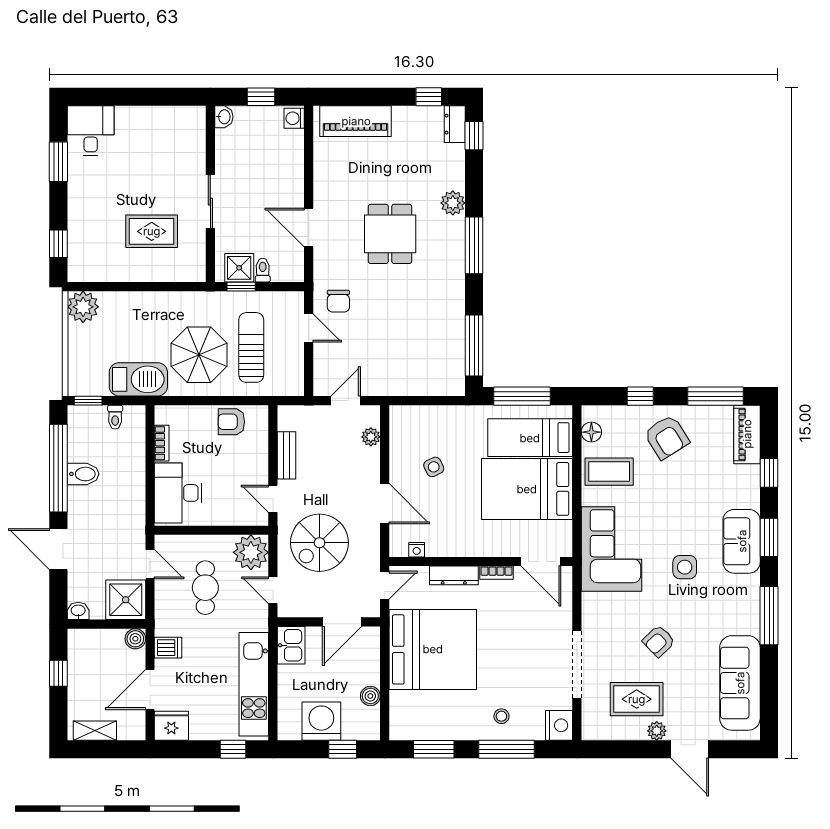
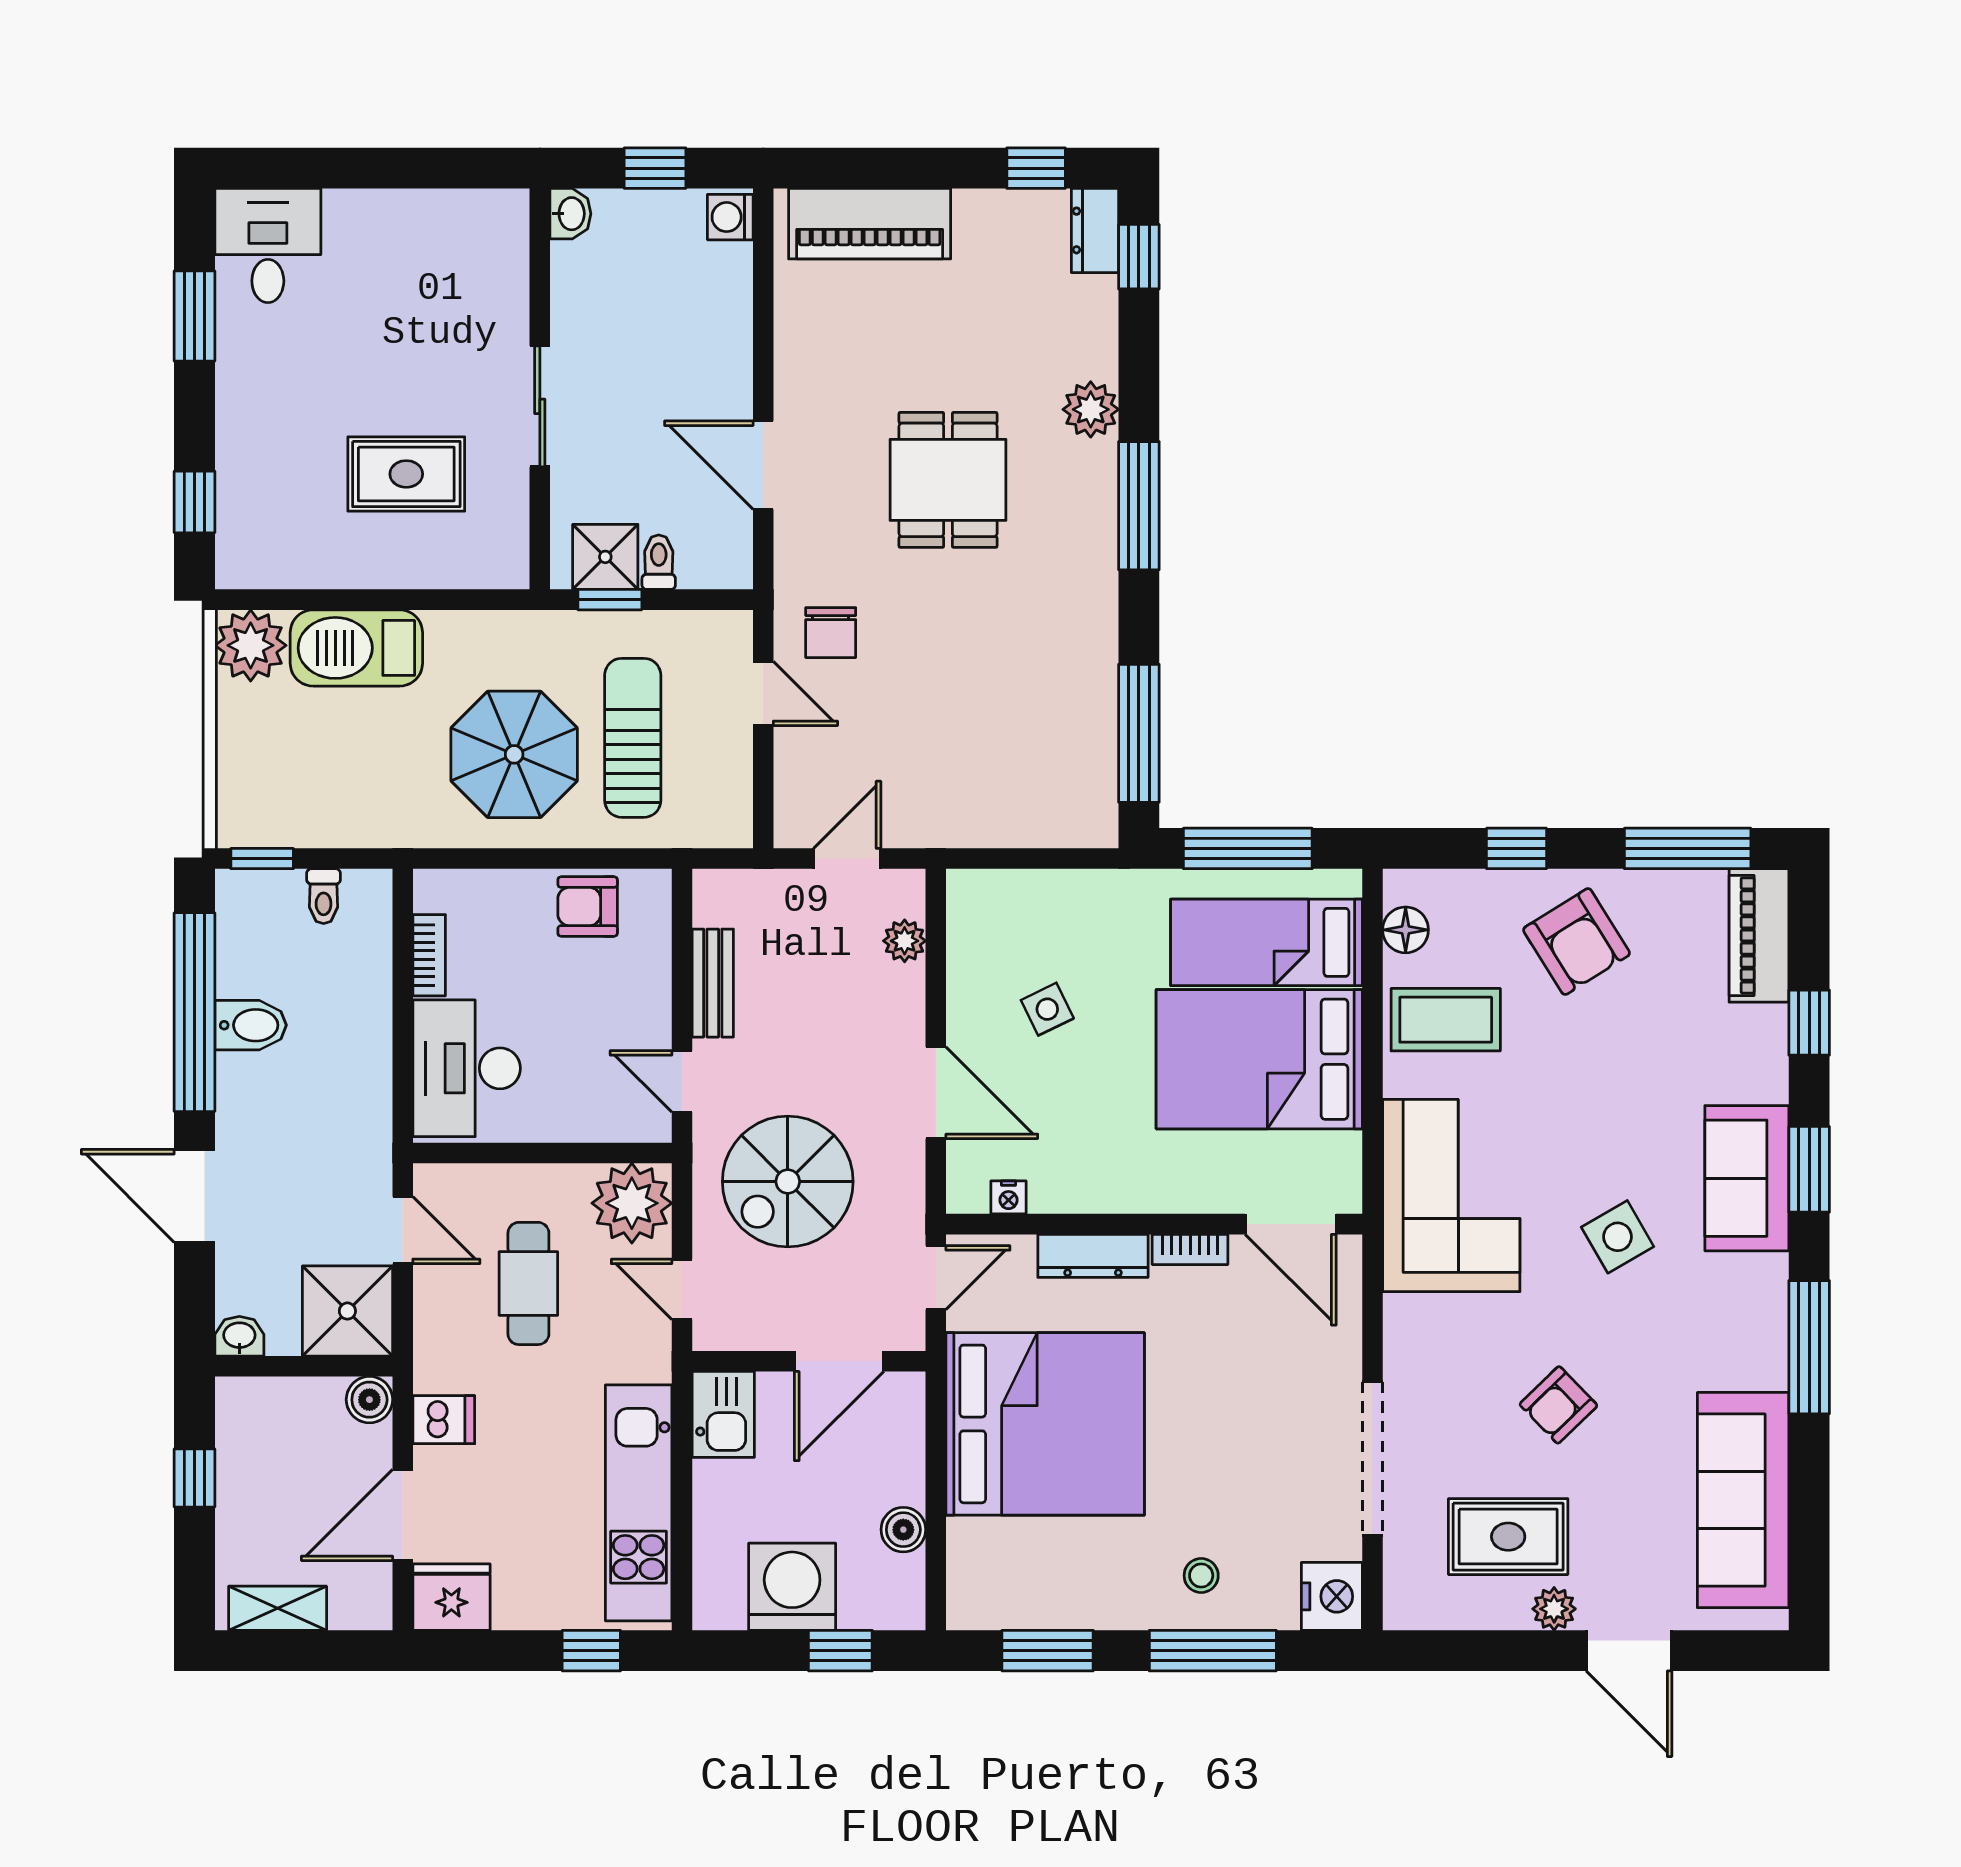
barbecue: (138, 379) -> (356, 648), moved, turned 180
side table: (685, 567) -> (1618, 1237), turned -30

